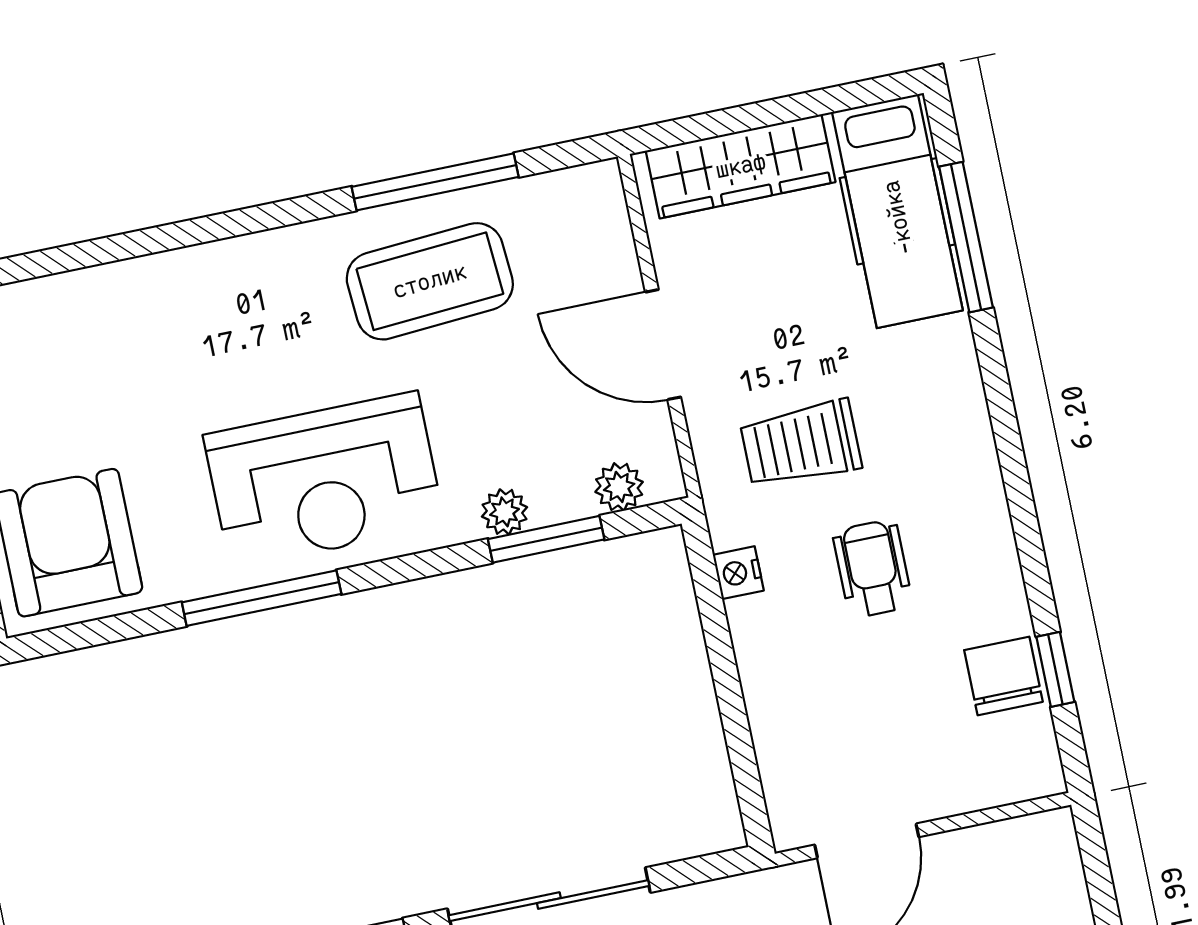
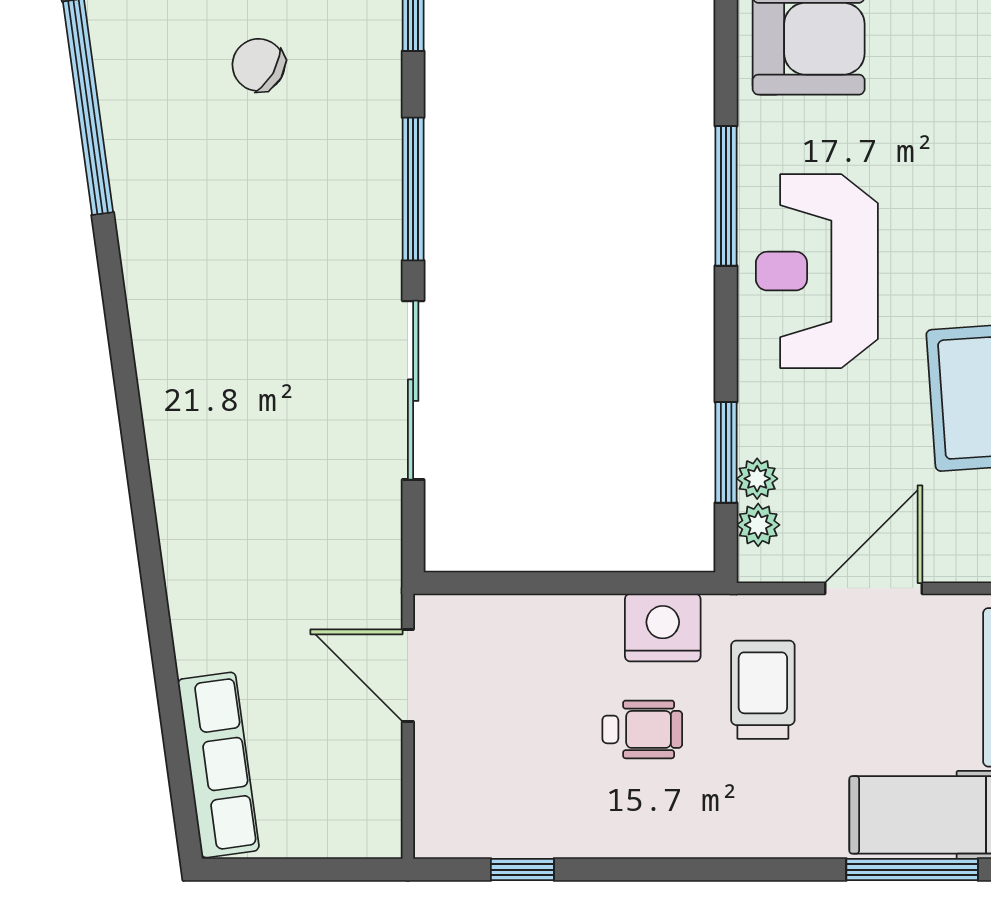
plant: (505, 512) -> (757, 479), moved
nightstand: (738, 573) -> (663, 628), width x1.89, depth x1.79
chair: (1003, 676) -> (526, 823), removed

